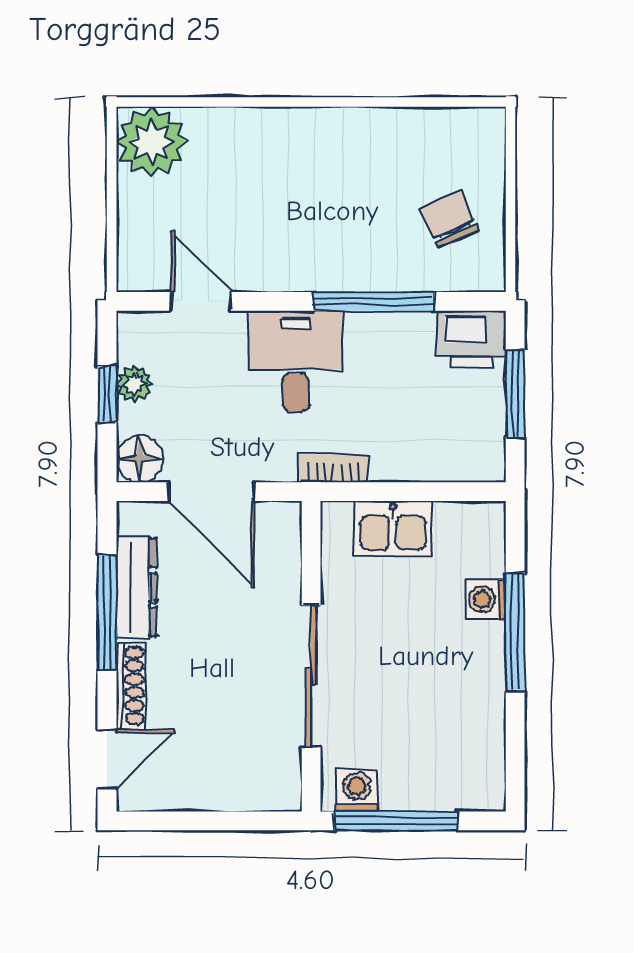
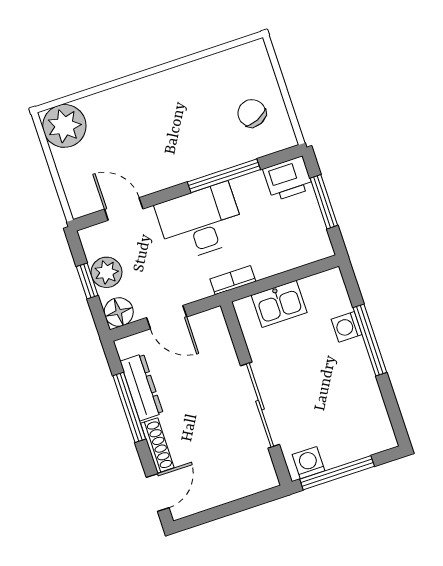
desk: (296, 361) -> (200, 222), width x1.37
plant: (134, 384) -> (106, 272), width x1.38, depth x1.38
door: (211, 492) -> (167, 317), width x0.73

